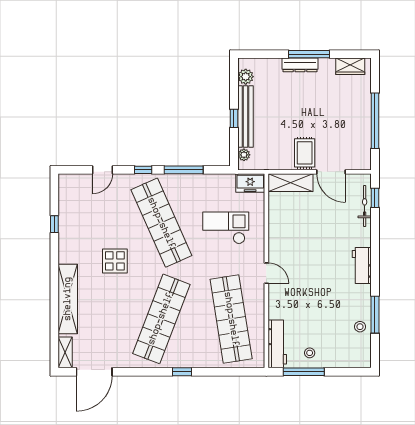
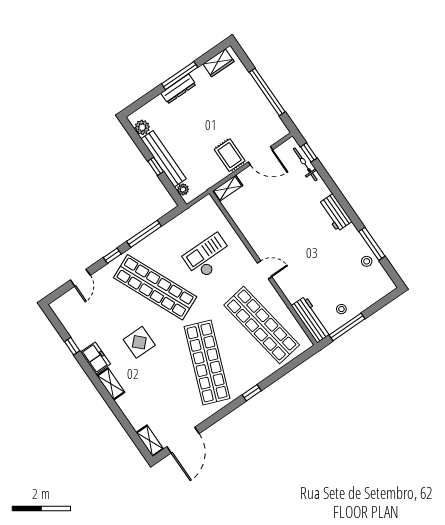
freezer: (250, 183) -> (95, 358), moved, turned -90
shelving: (291, 183) -> (228, 188), width x0.67, depth x0.75
shelving: (68, 299) -> (111, 384), width x0.45, depth x0.75

